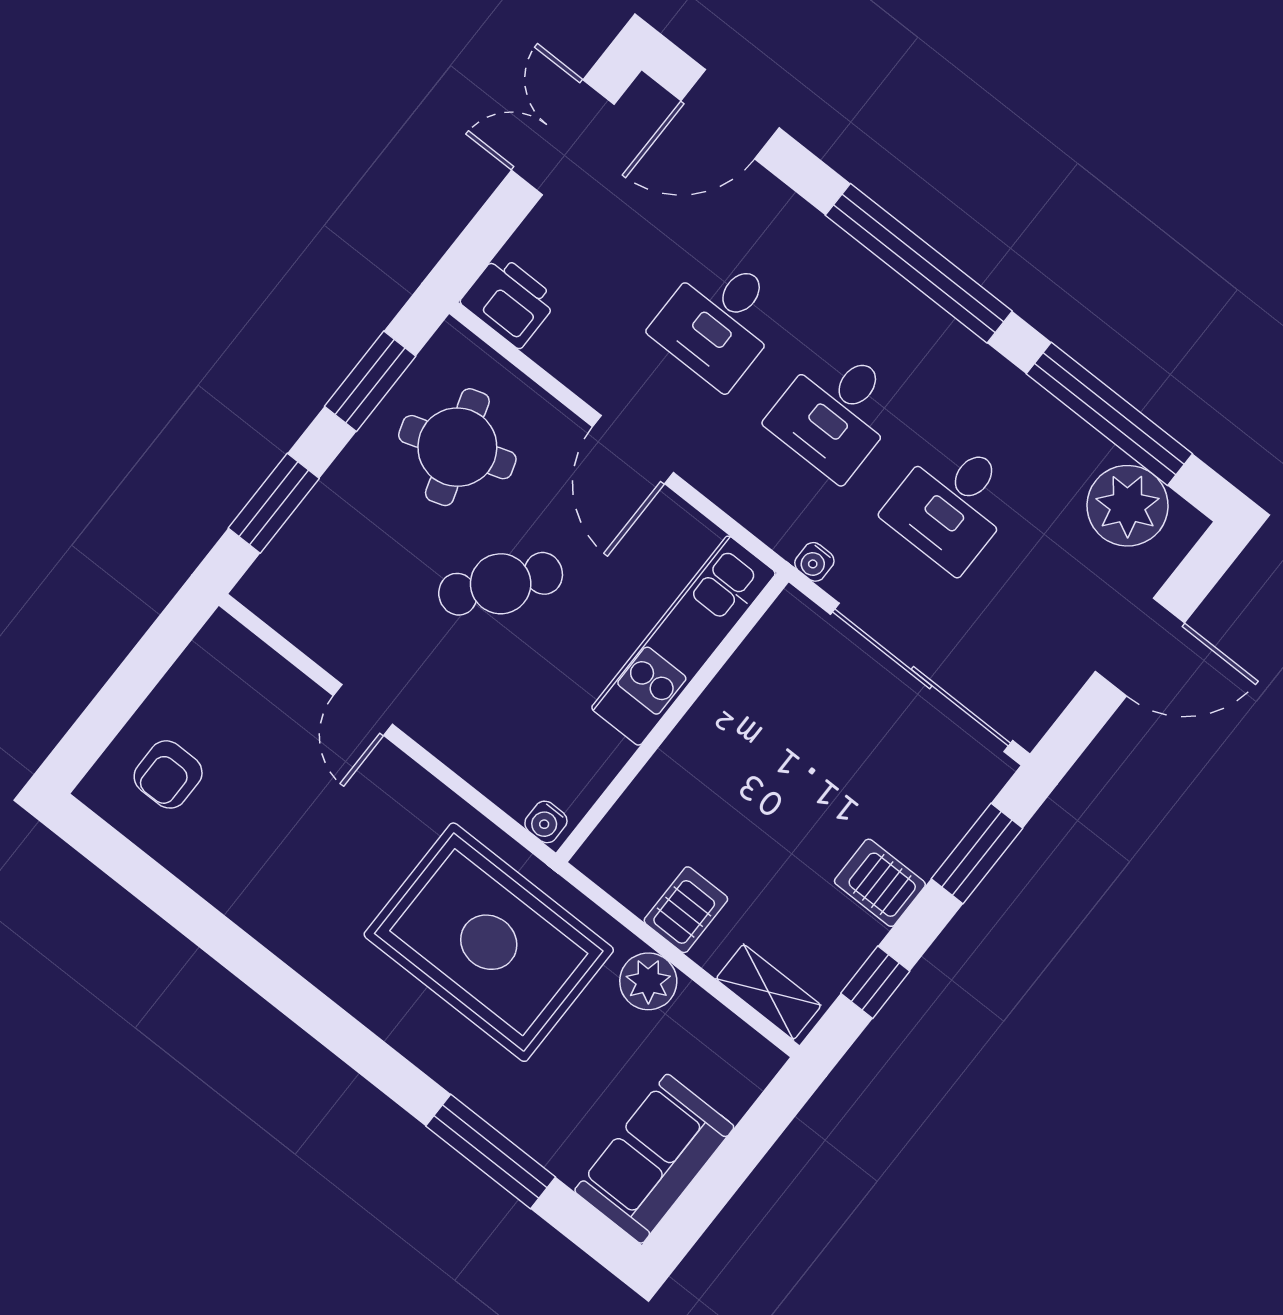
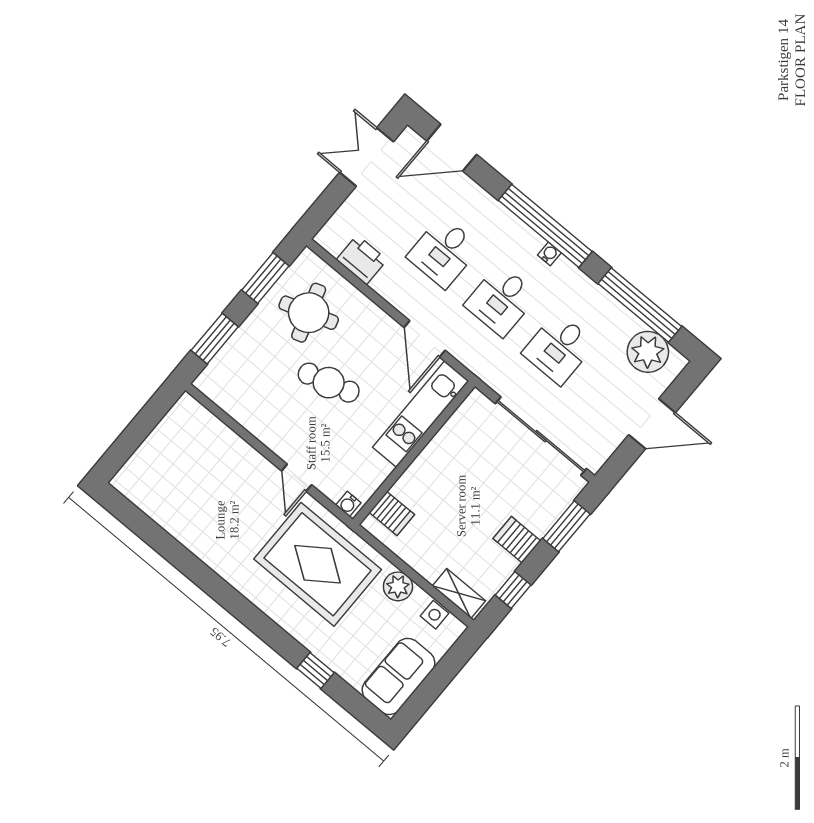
printer: (509, 301) -> (362, 260), moved
door: (633, 450) -> (425, 339), moved
water cooler: (814, 562) -> (549, 254), moved, turned 180
cafe table: (501, 584) -> (329, 383), turned 36
door: (363, 710) -> (297, 478), moved
armchair: (168, 774) -> (157, 475), removed
server rack: (686, 910) -> (392, 514), moved, turned 90
side table: (722, 1035) -> (435, 615), added
window: (491, 1152) -> (316, 671), width x0.46

